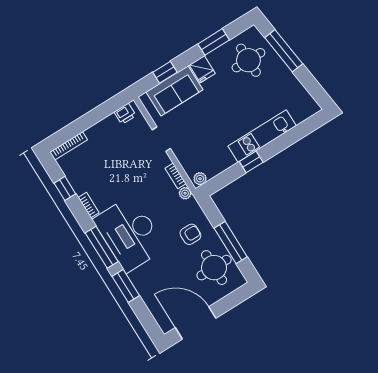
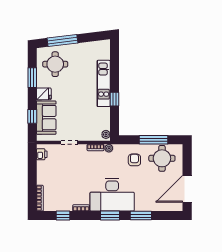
window: (102, 247) -> (110, 216), width x0.69

